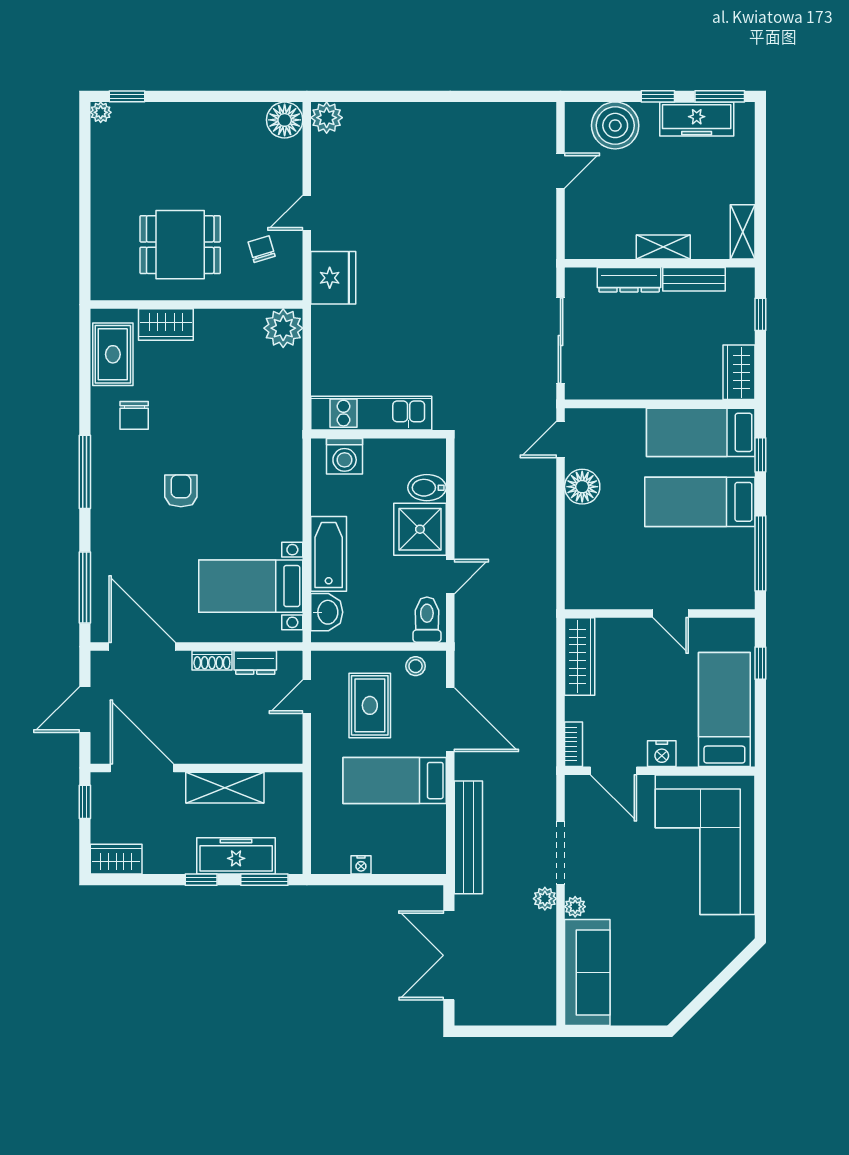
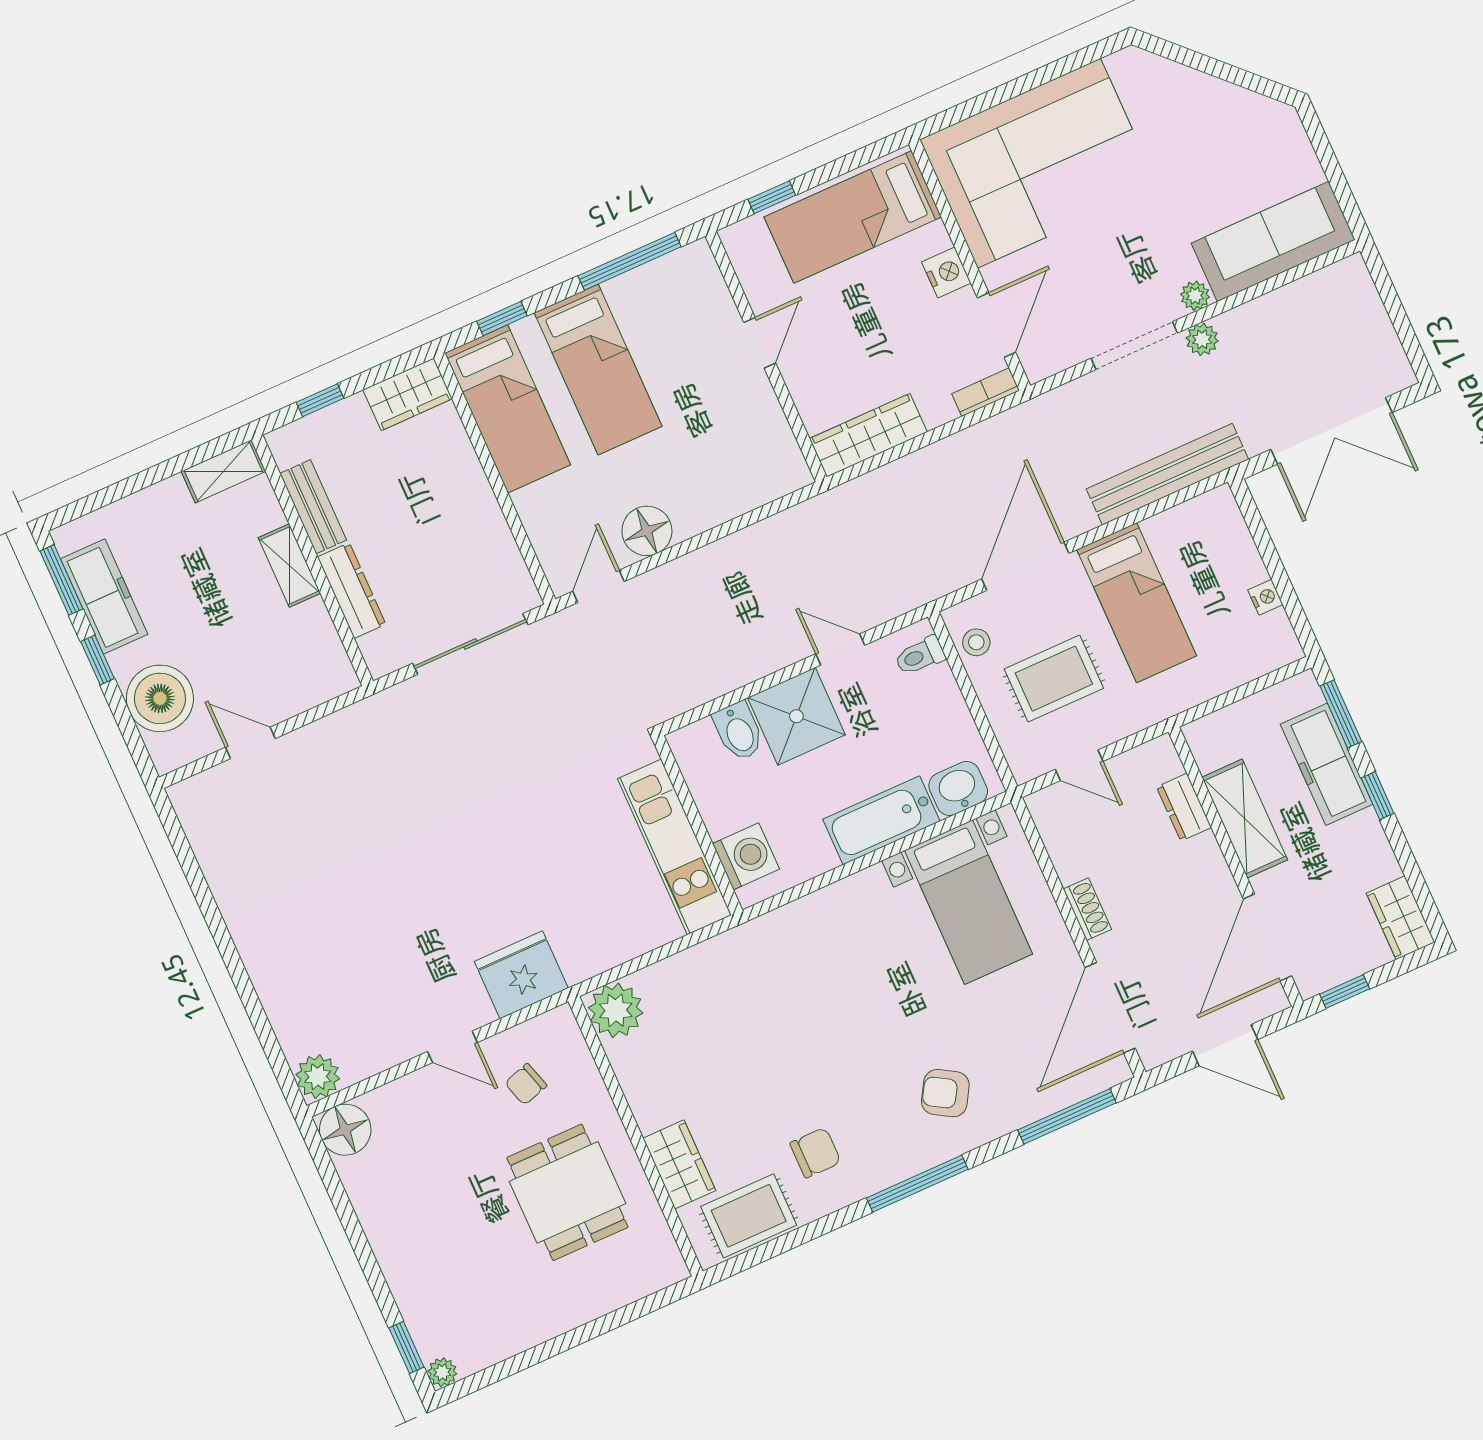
door: (561, 440) -> (598, 586), swing flipped
armchair: (181, 491) -> (945, 1093), moved, turned 31
toilet: (427, 620) -> (920, 656), width x0.73, depth x0.72
dresser: (255, 663) -> (1184, 807), moved, turned 180

